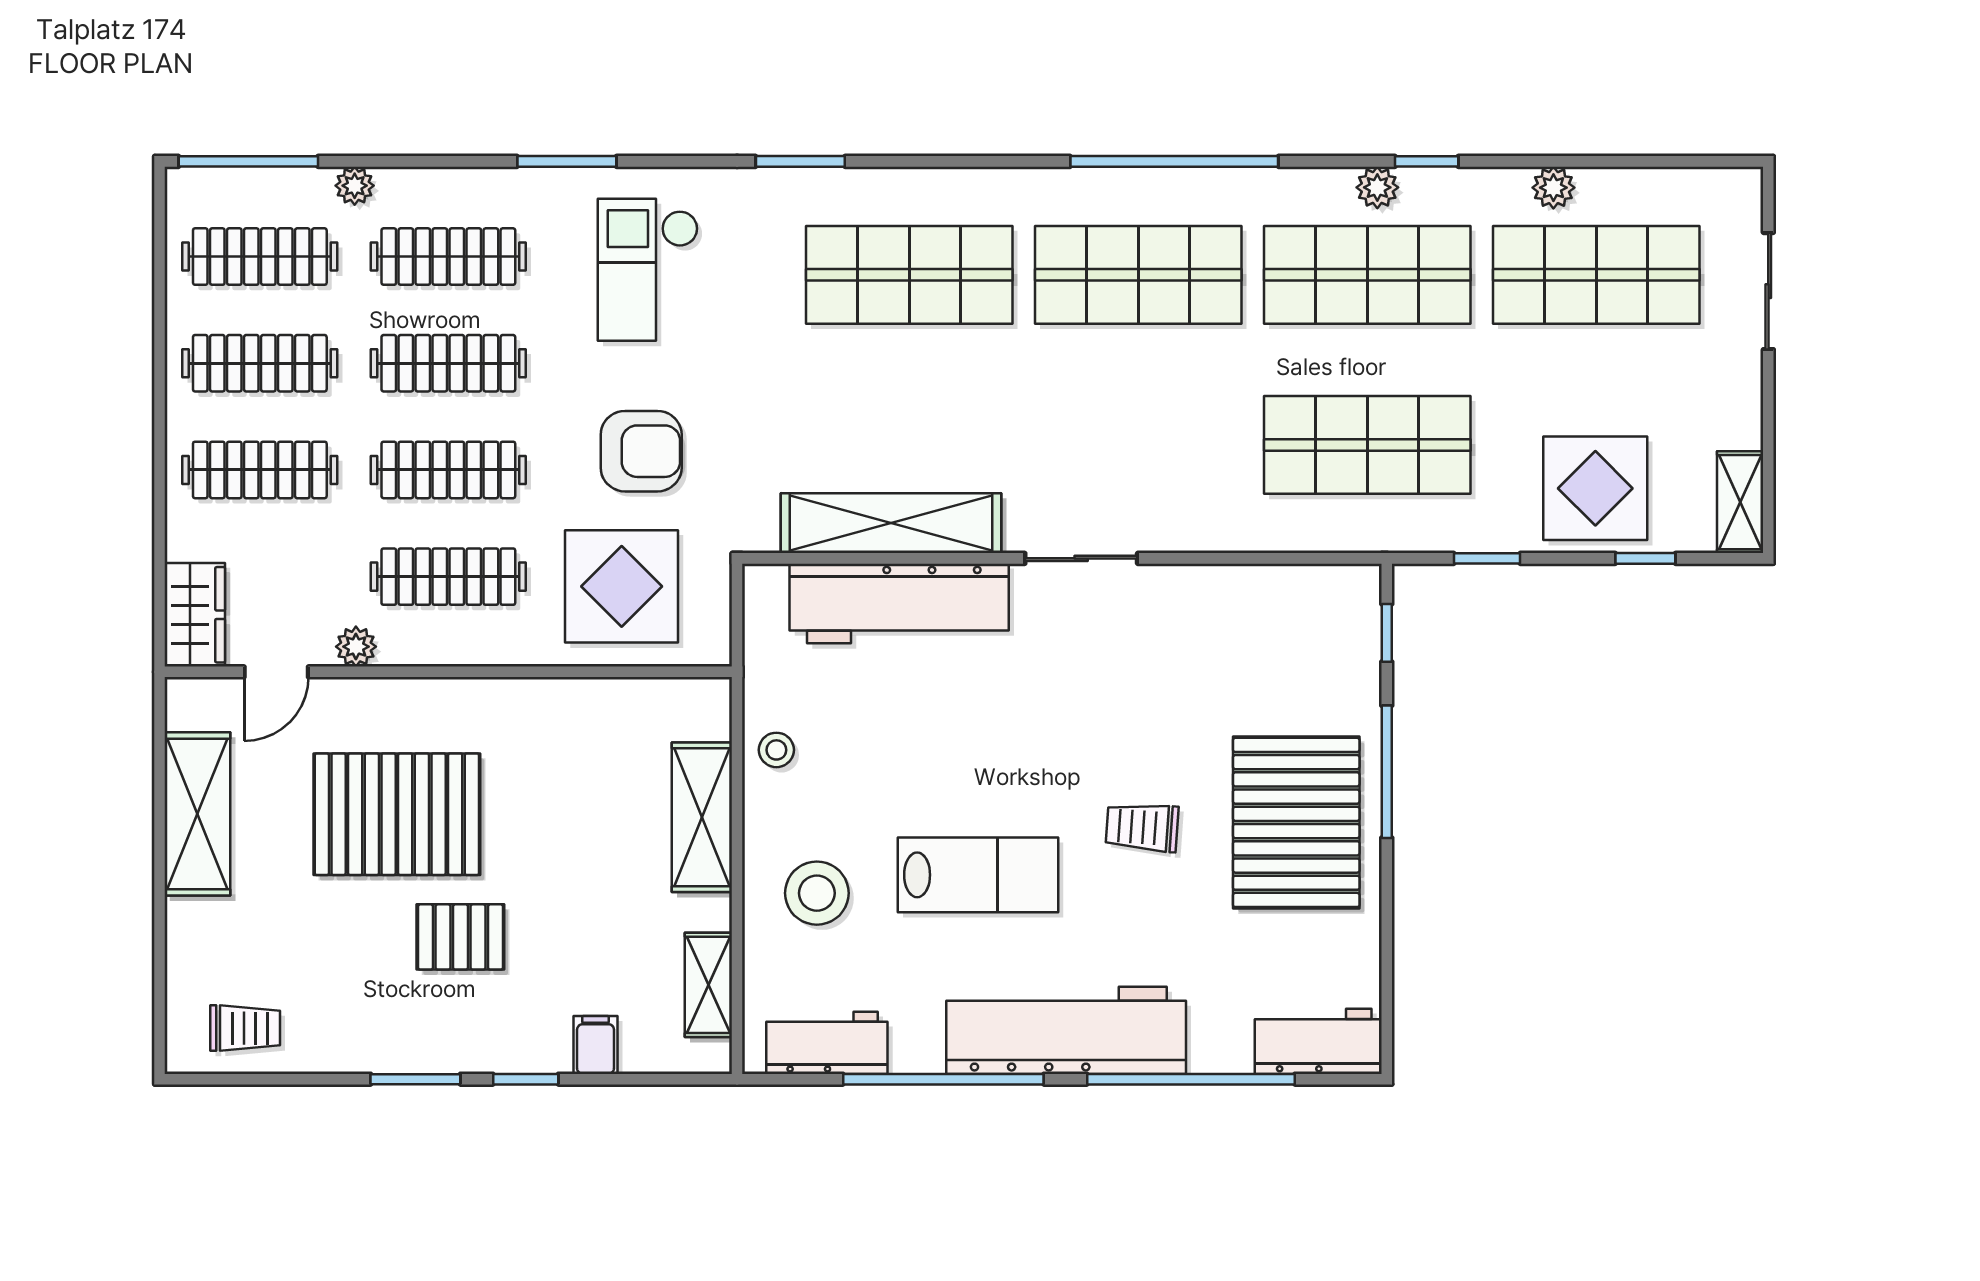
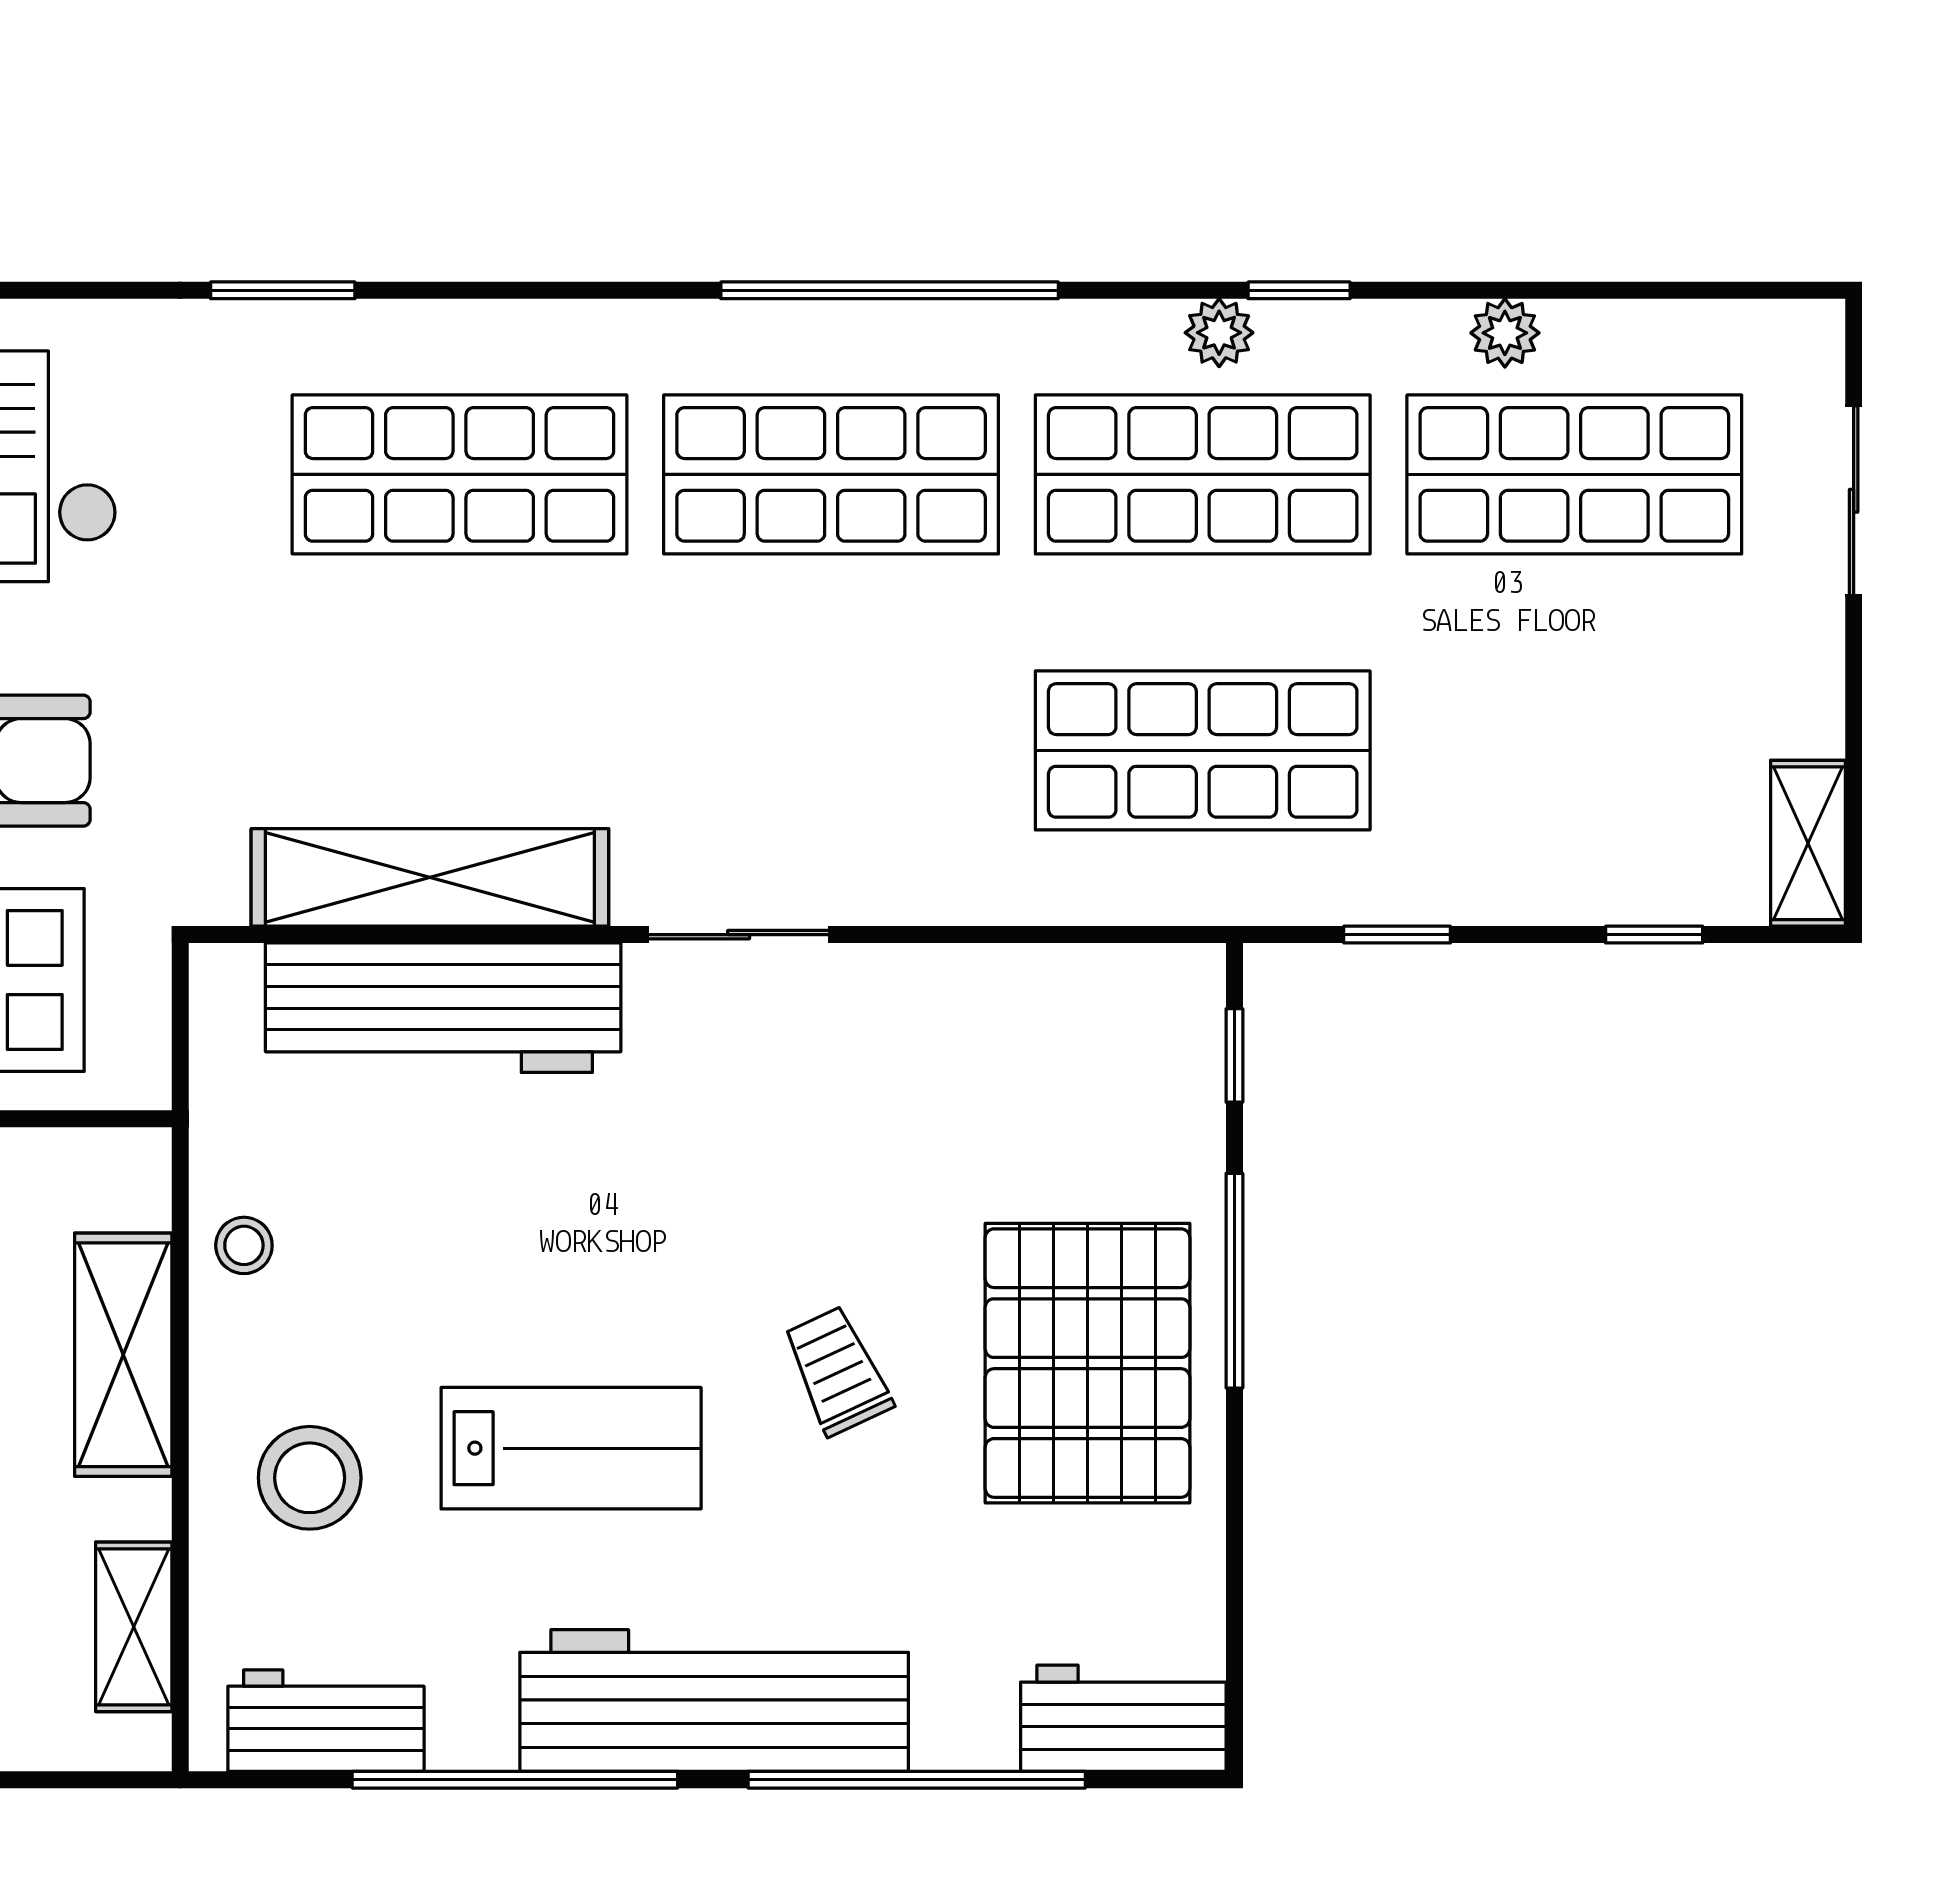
display table: (1595, 488) -> (1573, 821), removed
trolley: (1142, 827) -> (837, 1371), turned 61

